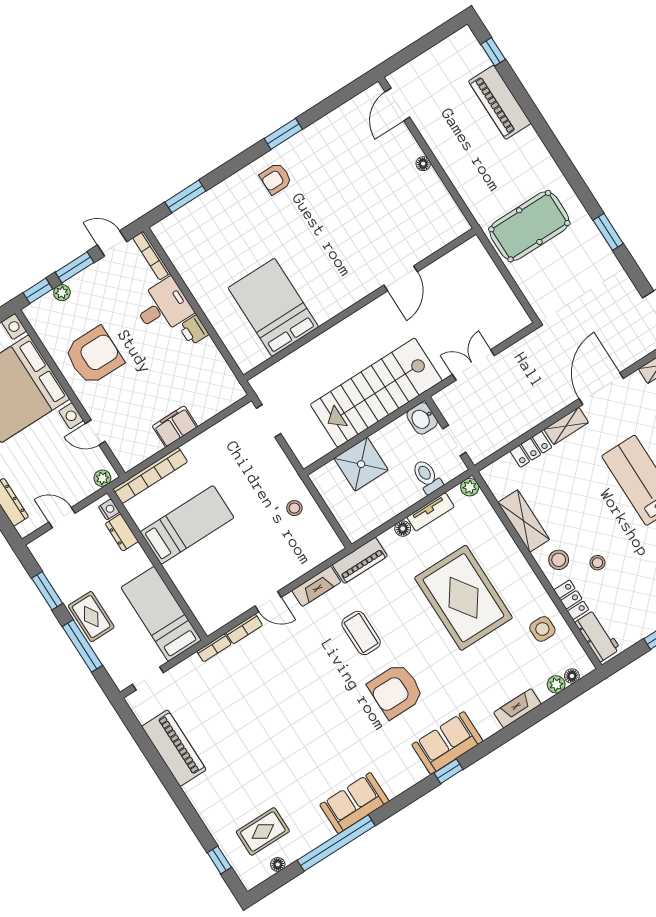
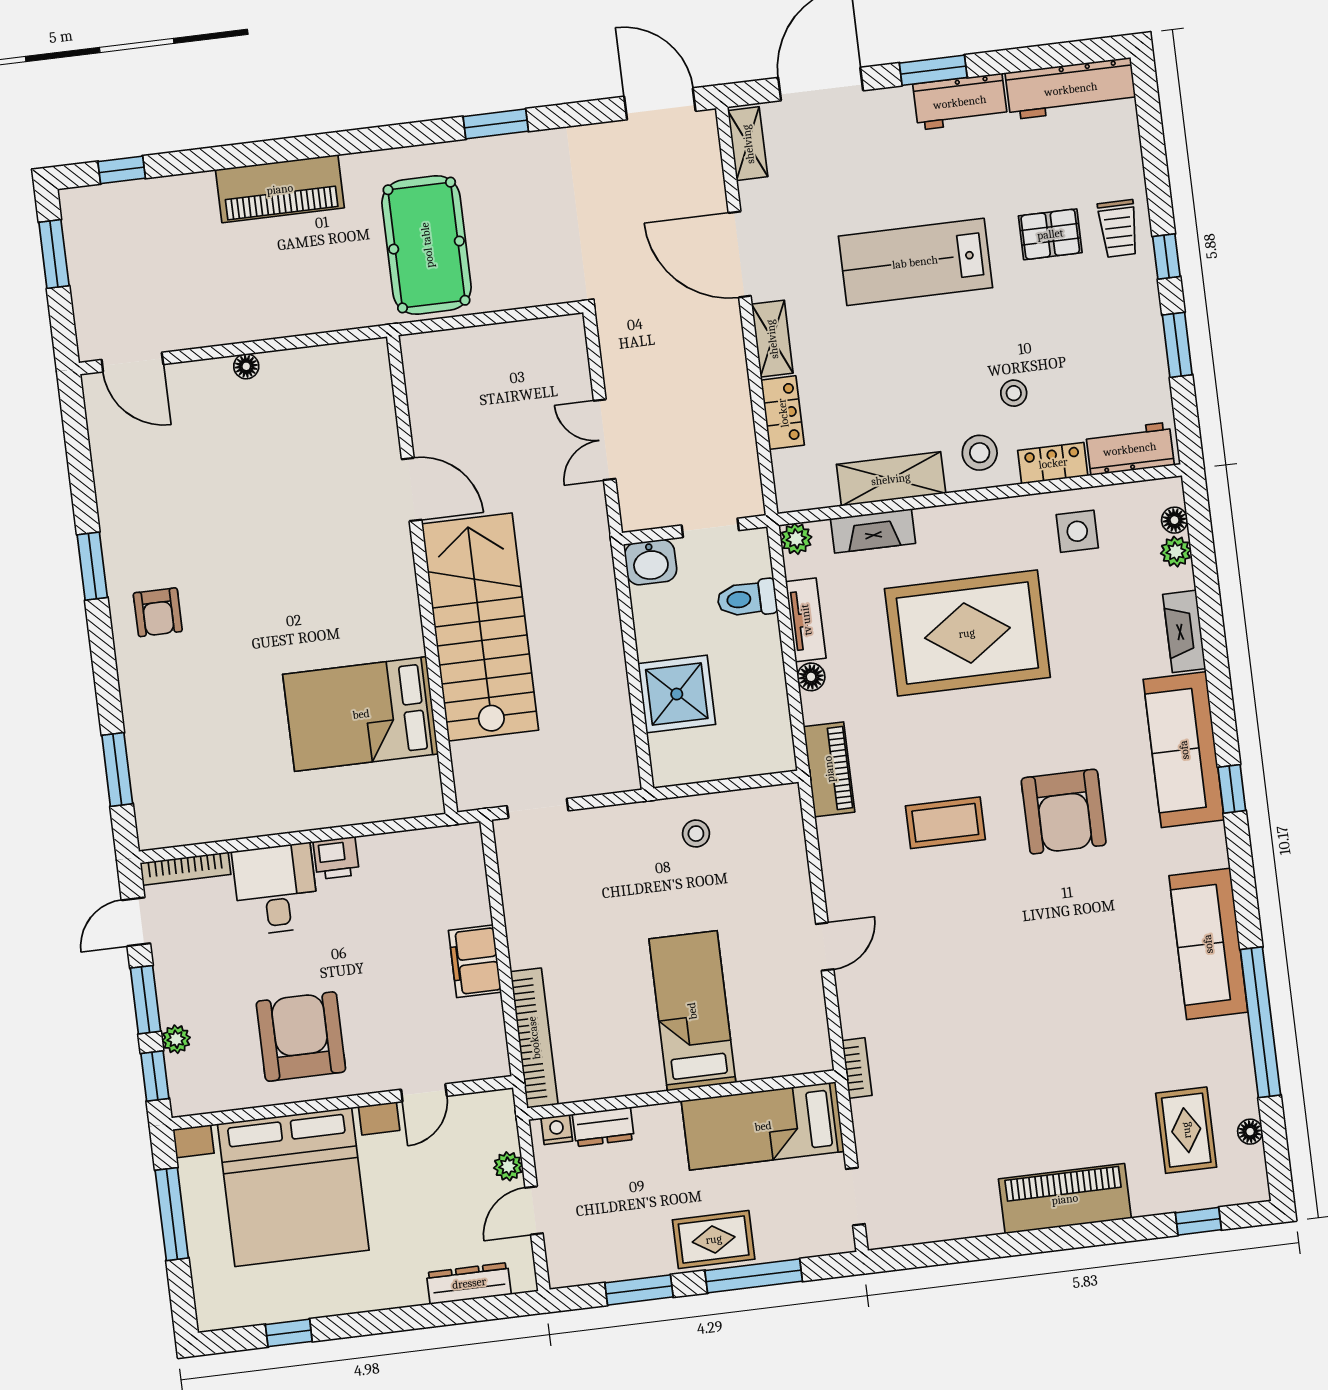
window: (434, 38) -> (54, 254), added
piano: (500, 102) -> (280, 189), moved
stairs: (376, 393) -> (480, 627), moved, turned 180
plant: (102, 478) -> (508, 1166), moved
bed: (187, 525) -> (692, 1011), moved
fireplace: (316, 586) -> (873, 531), moved, turned 90
bookcase: (244, 629) -> (850, 1005), removed
sofa: (447, 743) -> (1184, 750), width x1.36
piano: (174, 748) -> (1065, 1199), moved
sofa: (354, 803) -> (1208, 944), width x1.36

